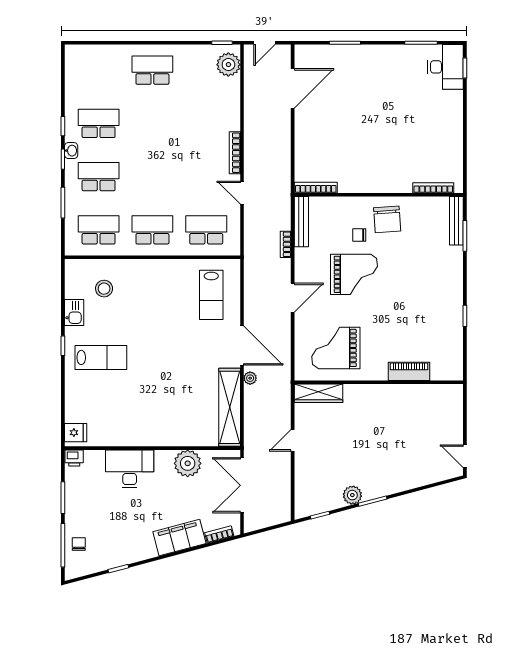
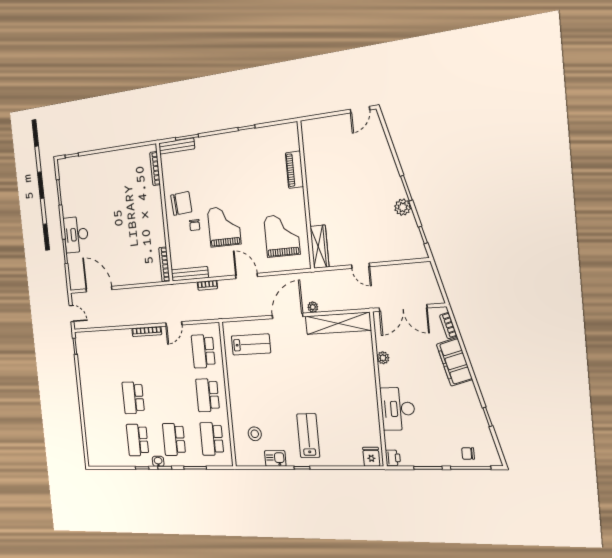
plant: (228, 65) -> (88, 340), removed
desk: (446, 67) -> (76, 235), moved, turned -90
school desk: (152, 70) -> (133, 398), moved
grand piano: (336, 348) -> (282, 235), turned 180
plant: (188, 463) -> (383, 358), width x0.53, depth x0.53

